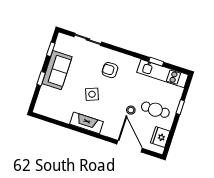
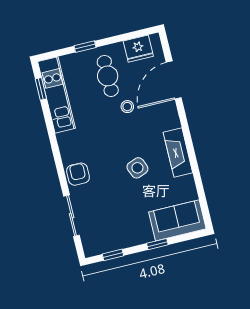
window: (156, 62) -> (41, 89), moved
sofa: (57, 70) -> (177, 220), moved
armchair: (110, 70) -> (78, 174), moved, turned 180

